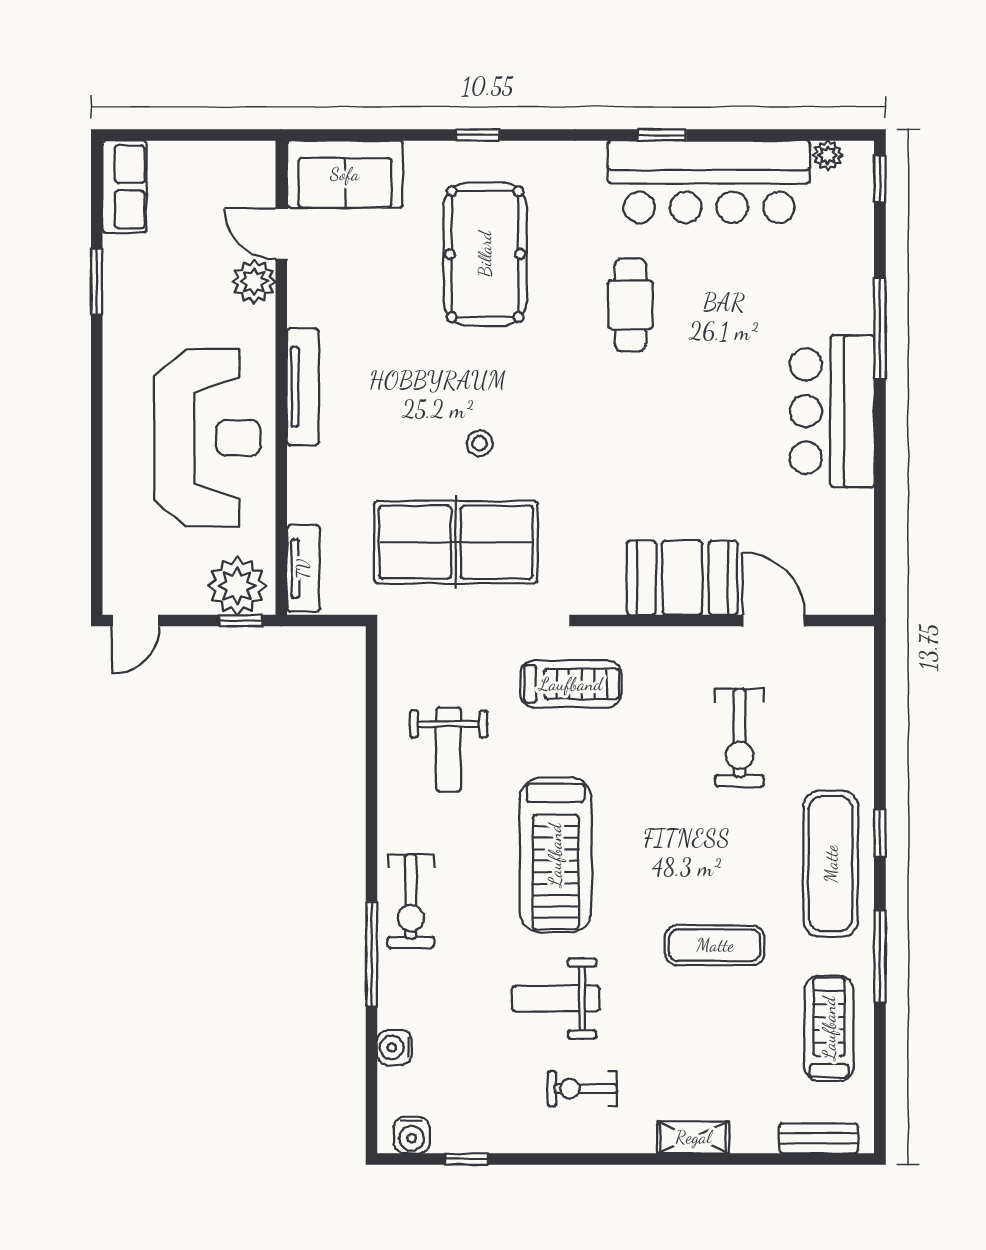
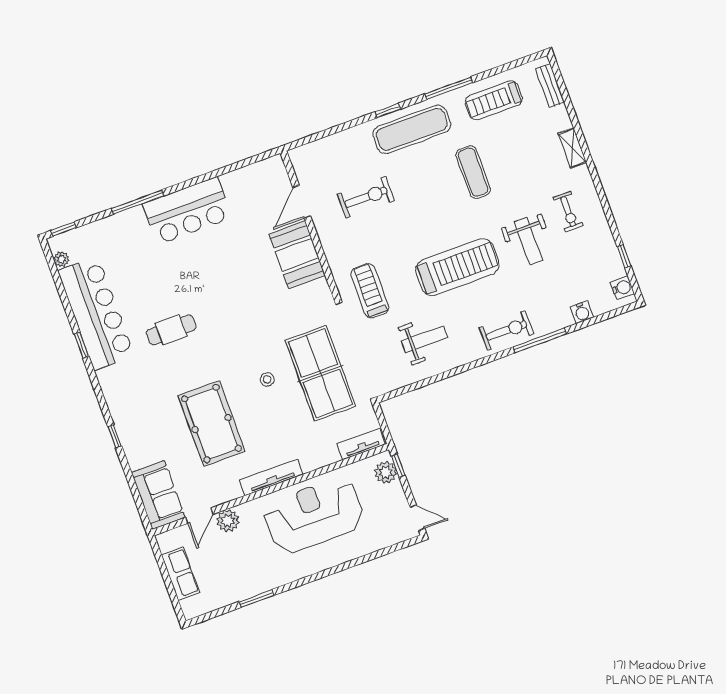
row of seats: (125, 187) -> (181, 574), moved, turned 90
pool table: (485, 254) -> (211, 424), moved, turned 90
plant: (237, 586) -> (386, 472), width x0.73, depth x0.73

